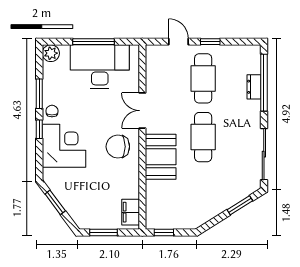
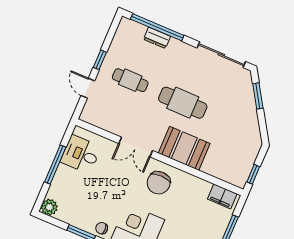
door: (179, 42) -> (88, 88), hinge flipped
desk: (100, 67) -> (81, 154), width x0.53, depth x0.77
cafe table: (203, 78) -> (130, 80), width x0.73, depth x0.74

